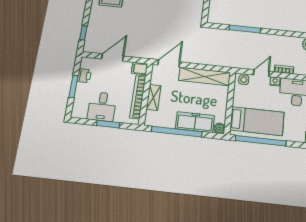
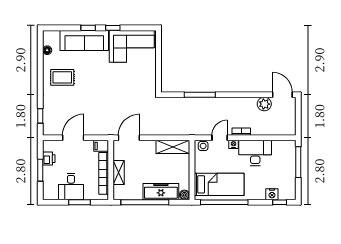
shelving: (205, 76) -> (173, 147), width x0.68

